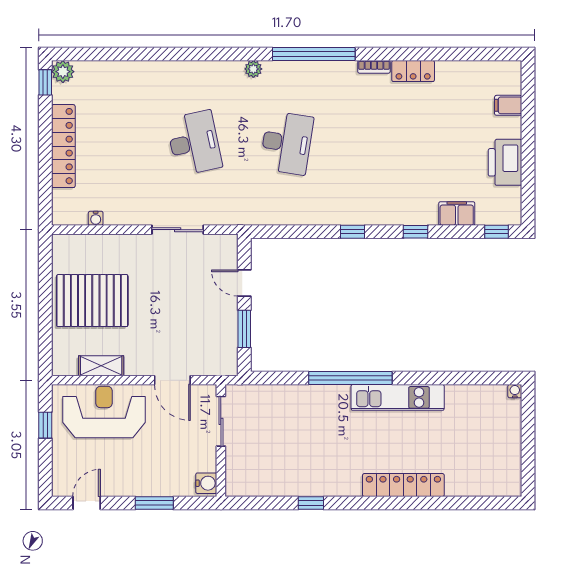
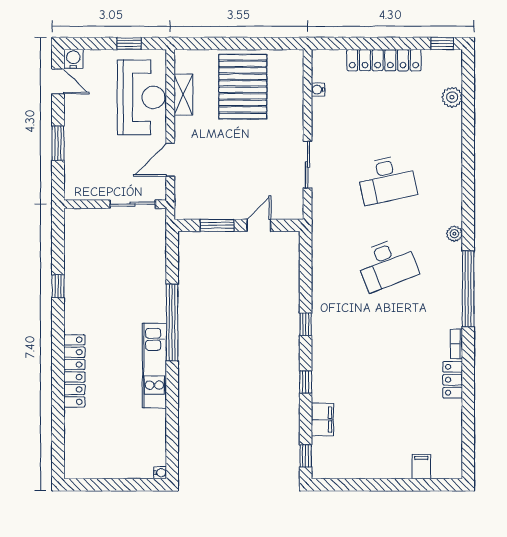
plant: (63, 72) -> (452, 97), moved
desk: (287, 143) -> (387, 264), turned -30
printer: (505, 162) -> (369, 464), removed
water cooler: (206, 483) -> (73, 59), moved, turned 180

